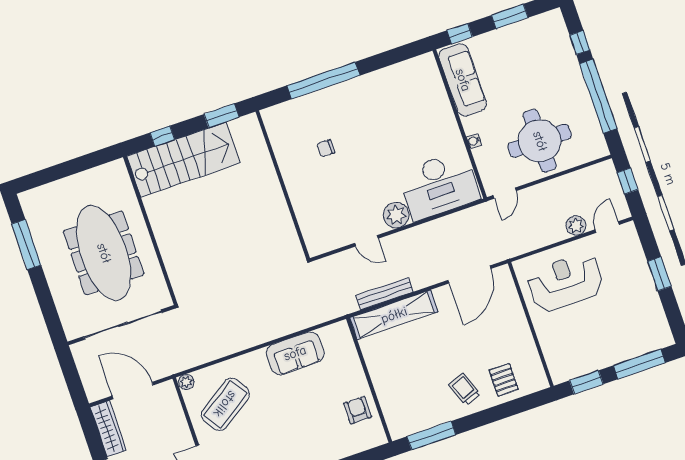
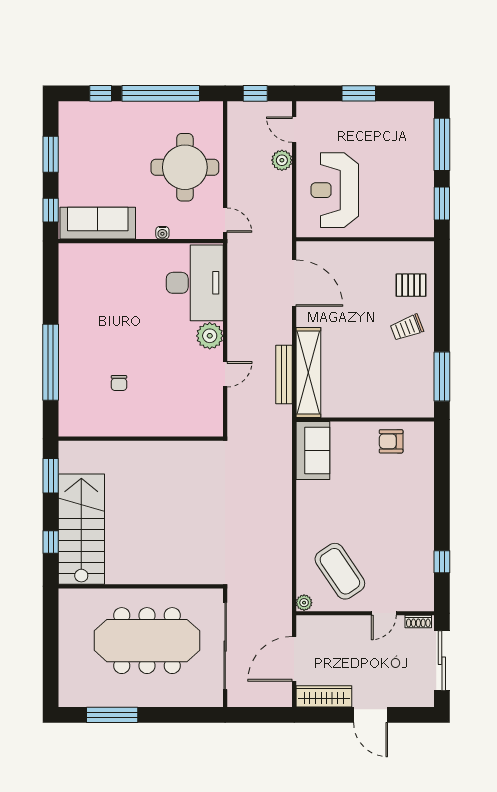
sofa: (295, 353) -> (313, 450), moved

